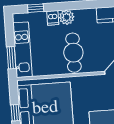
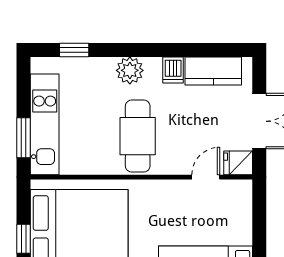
dishwasher: (53, 18) -> (173, 70), moved

